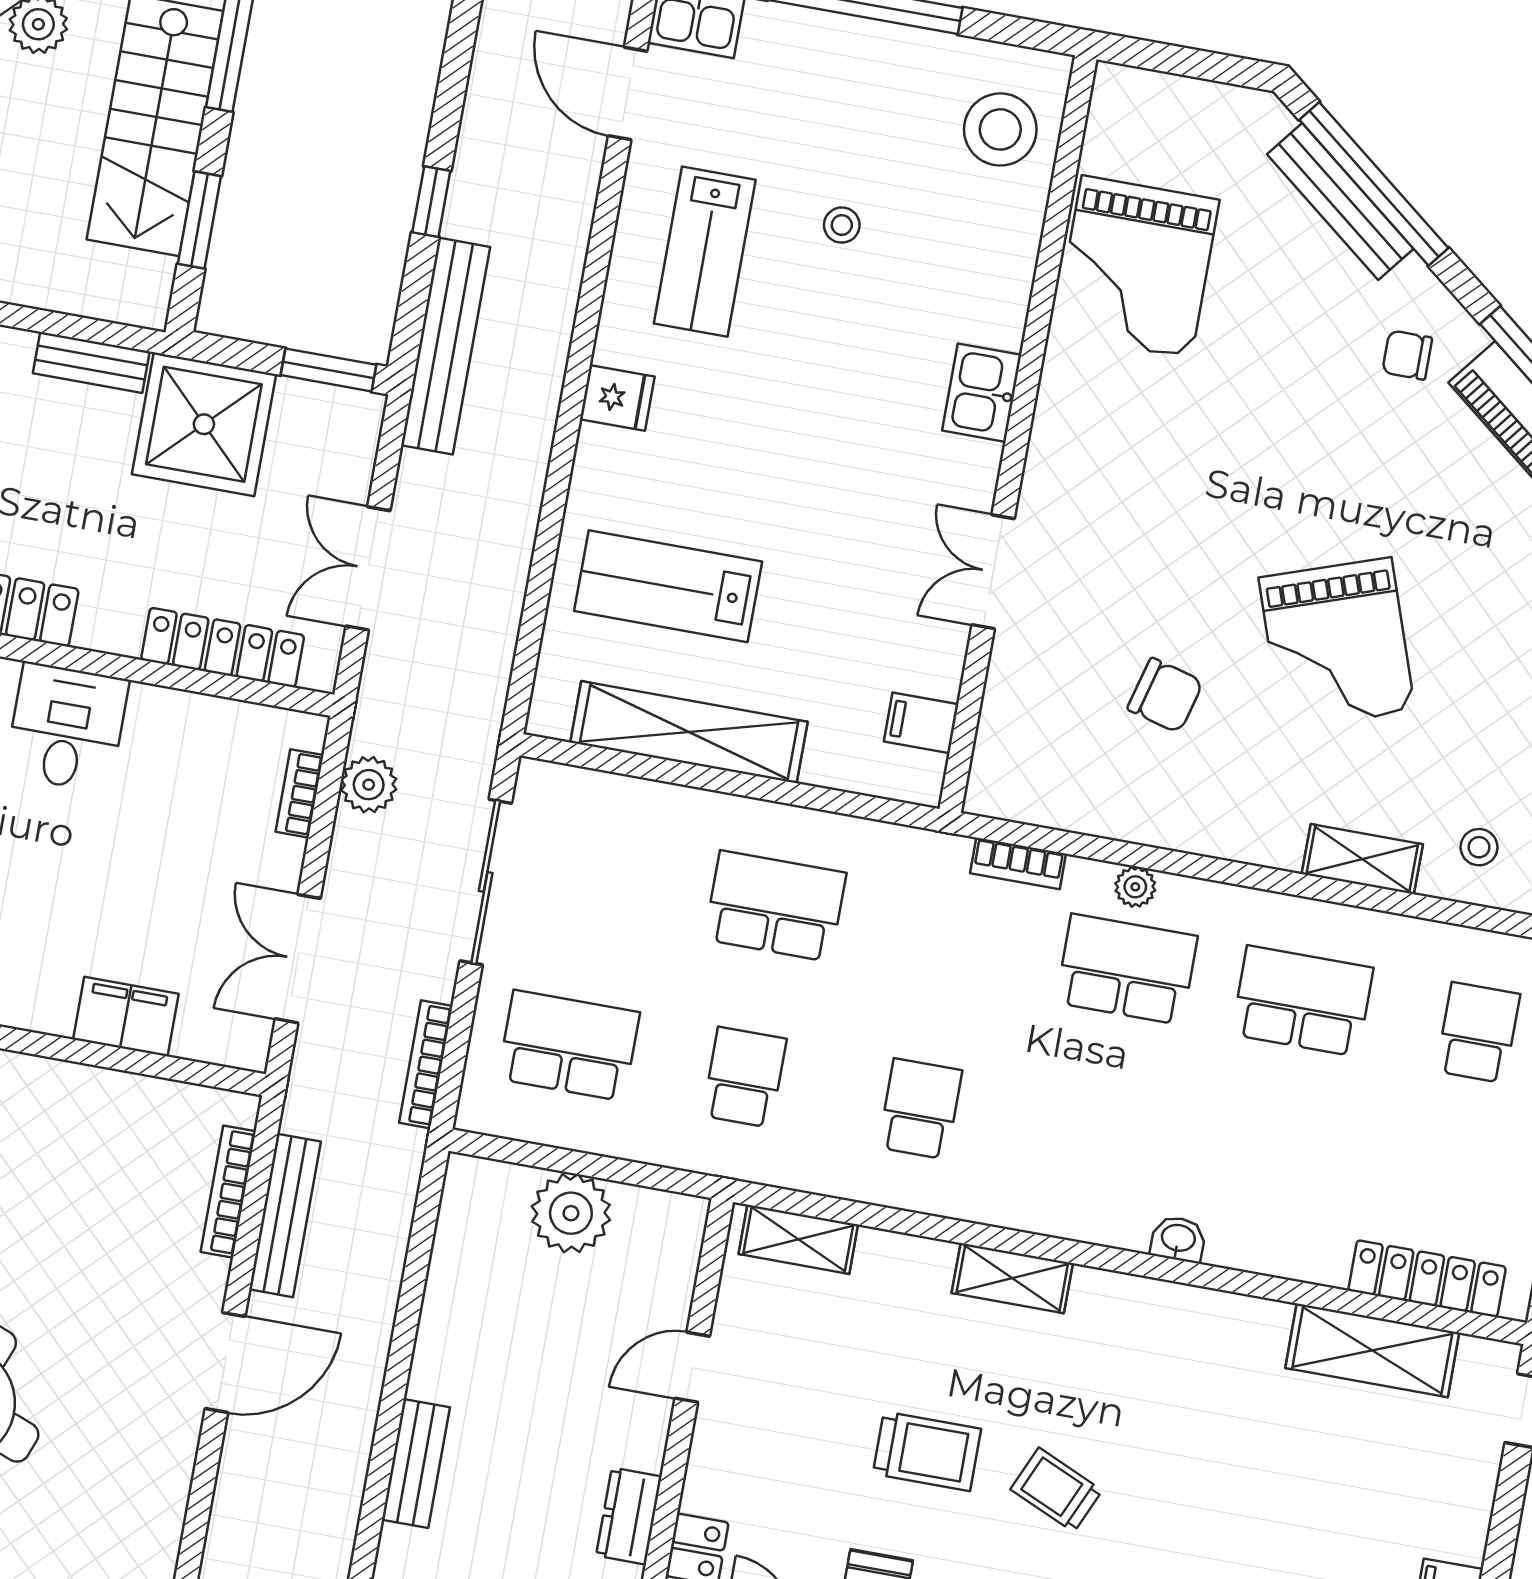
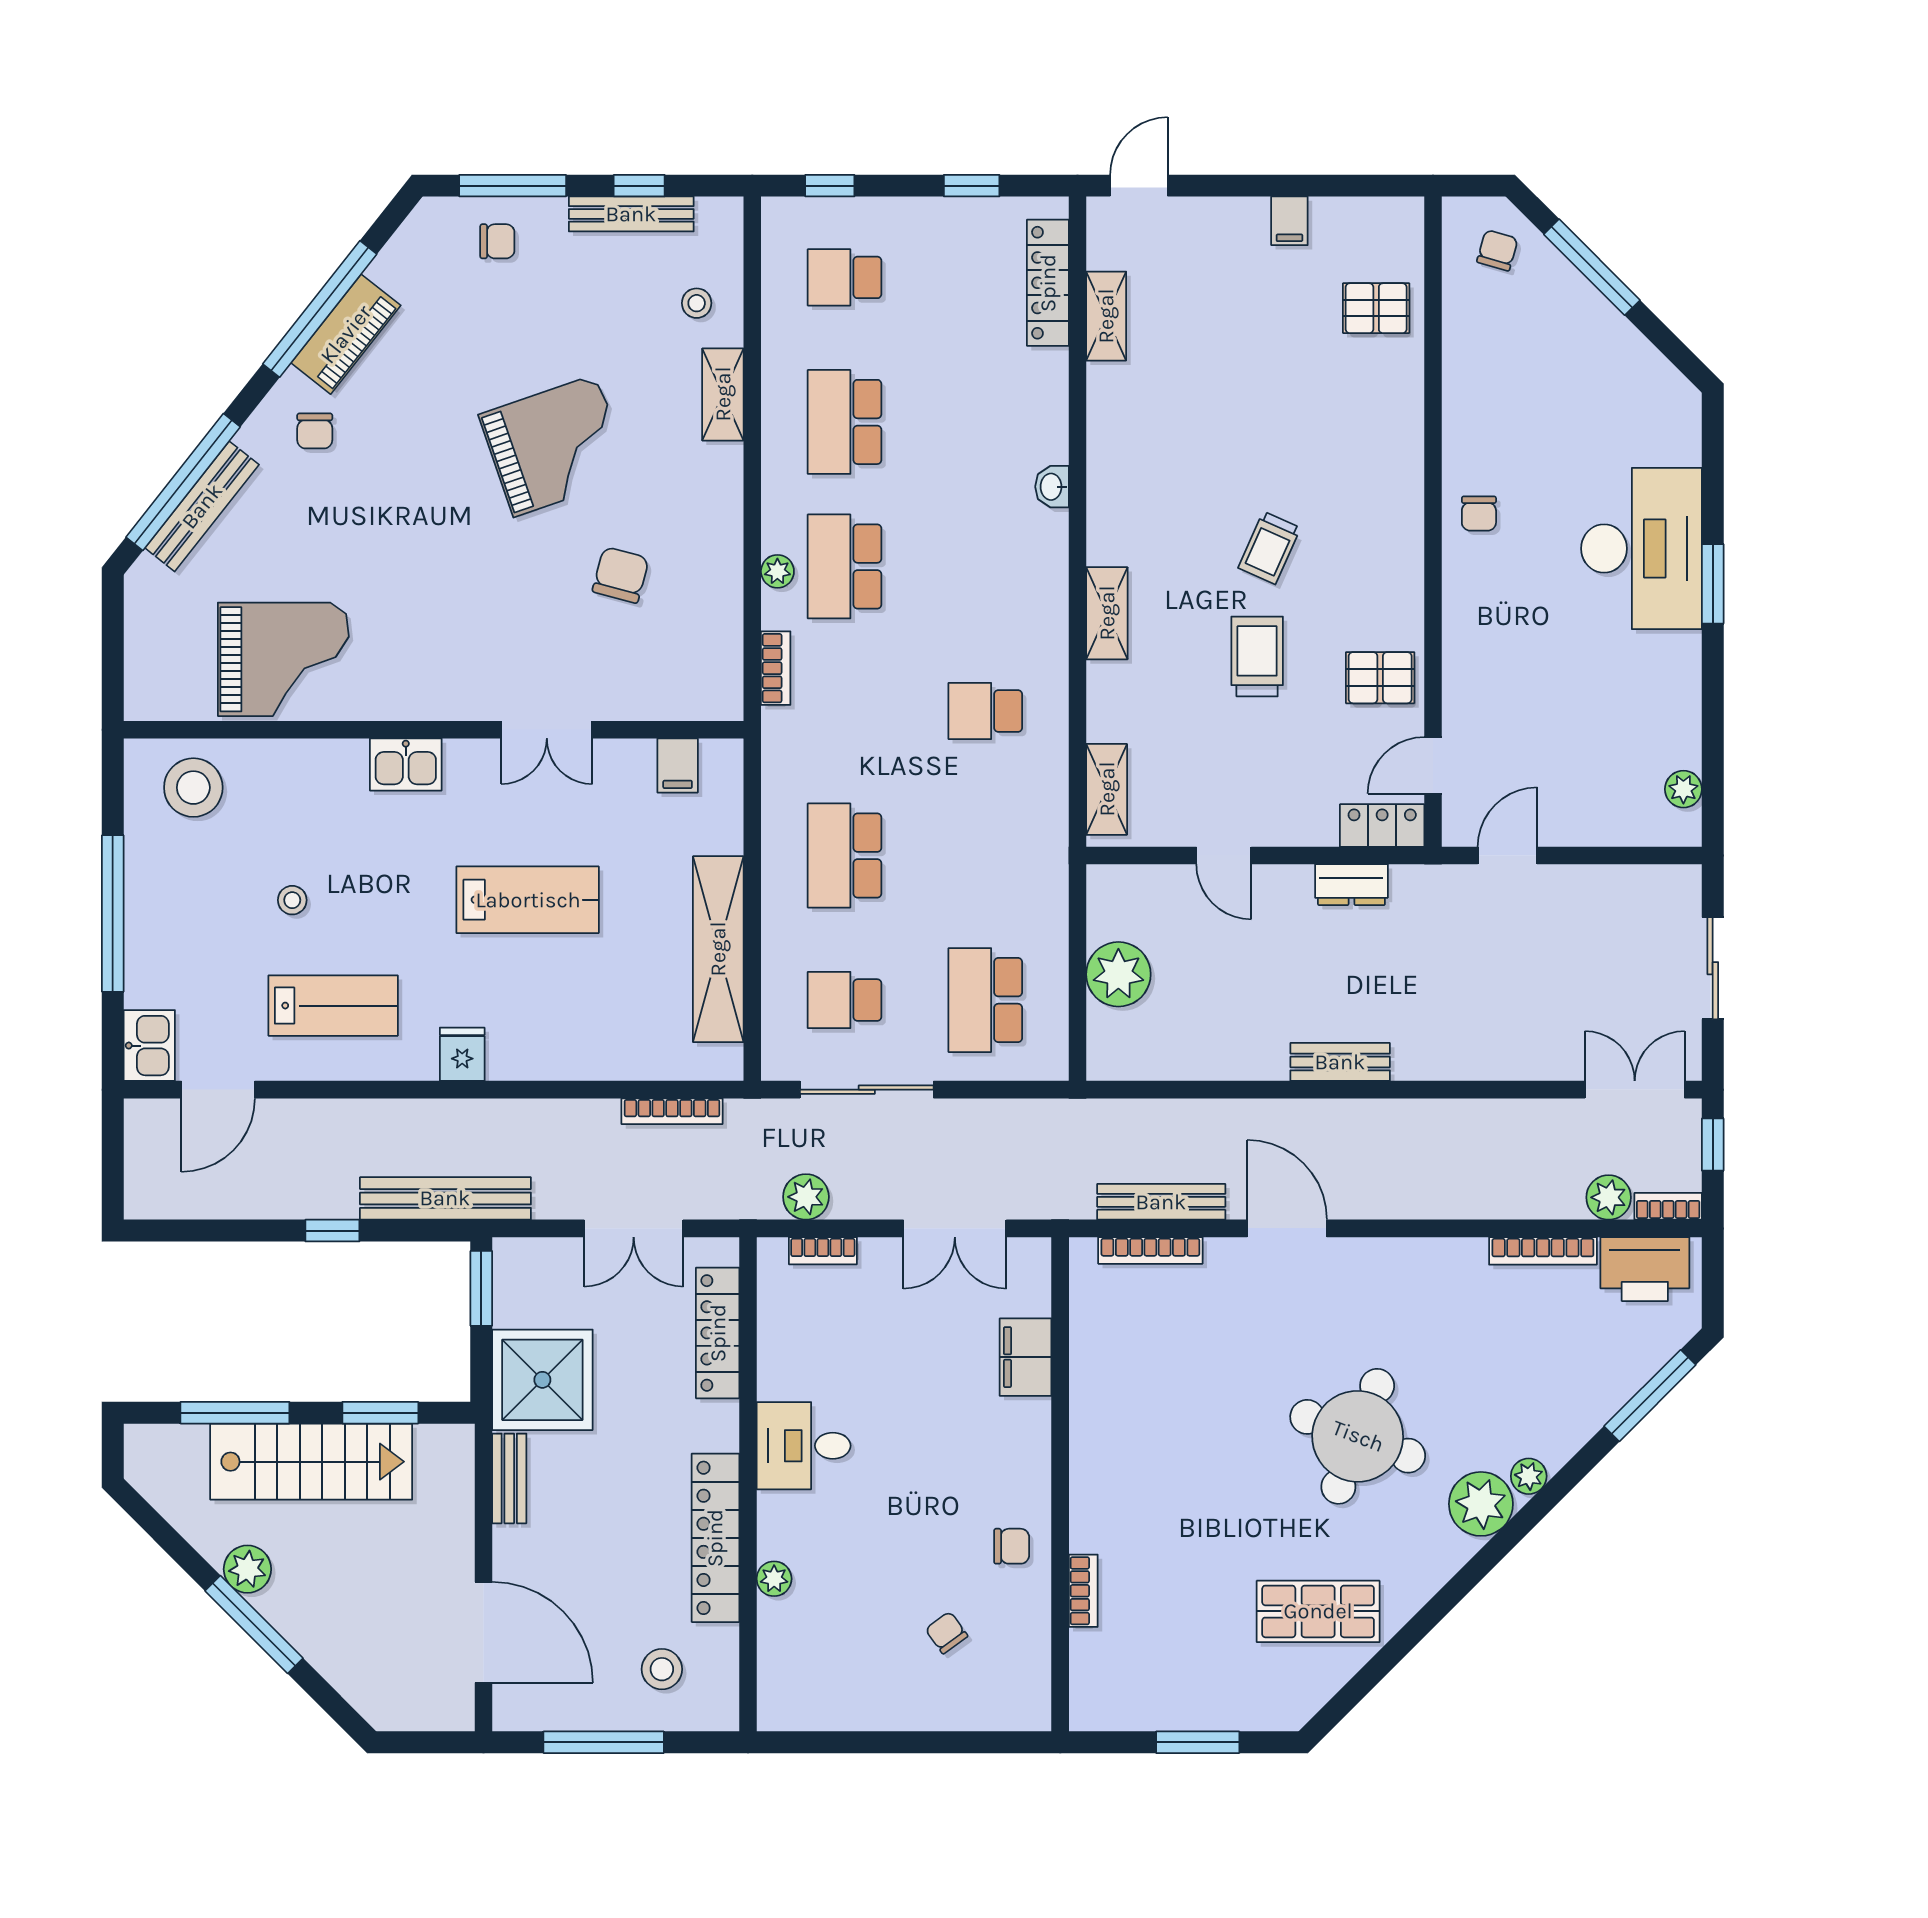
lab bench: (668, 586) -> (528, 900), moved, turned -90
bookcase: (426, 1064) -> (672, 1111), moved
school desk: (744, 1077) -> (845, 1000), moved
shelving: (1372, 1350) -> (1106, 316), width x0.67, depth x0.75

